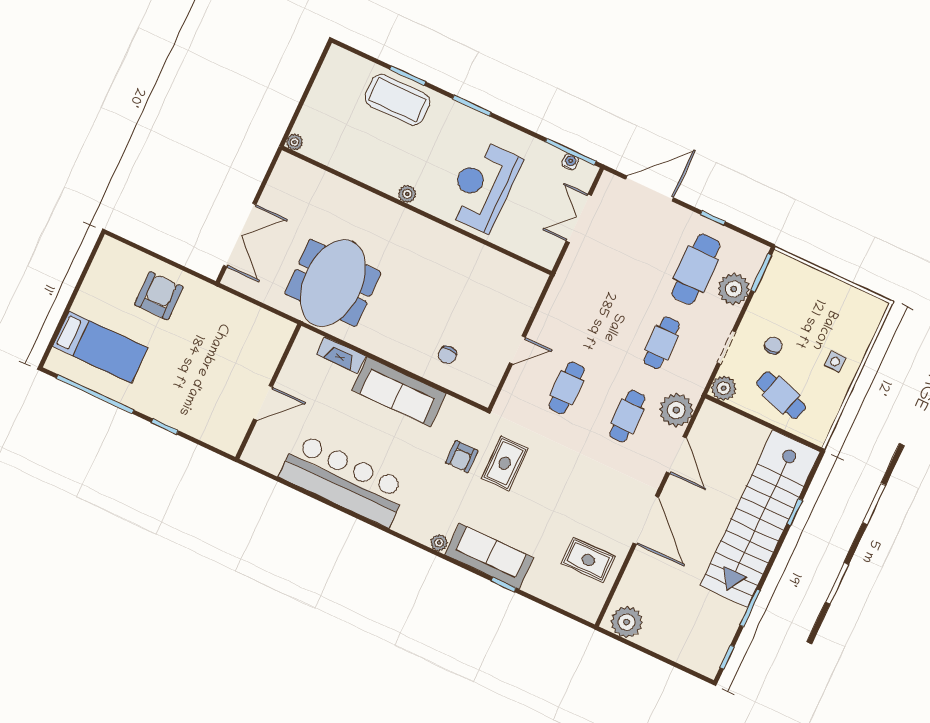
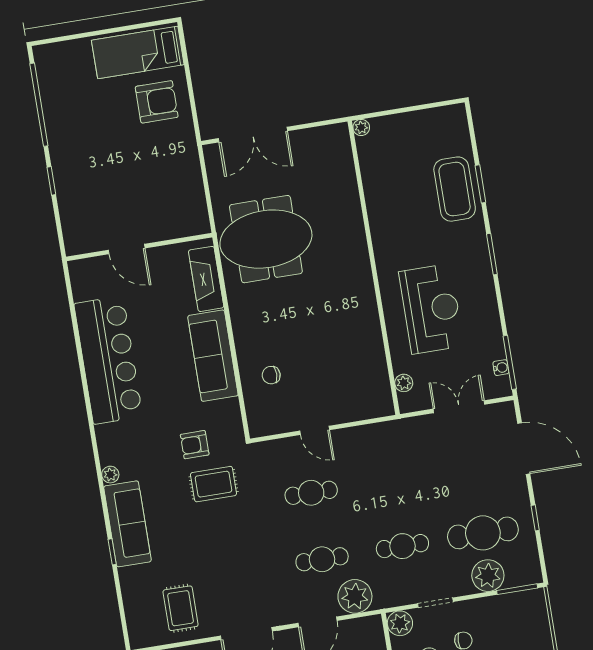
reception desk: (483, 186) -> (431, 309), turned 90
plant: (407, 194) -> (404, 383), moved
bed: (100, 347) -> (138, 52), moved, turned 90
fireplace: (341, 355) -> (206, 279), width x1.37, depth x1.32

